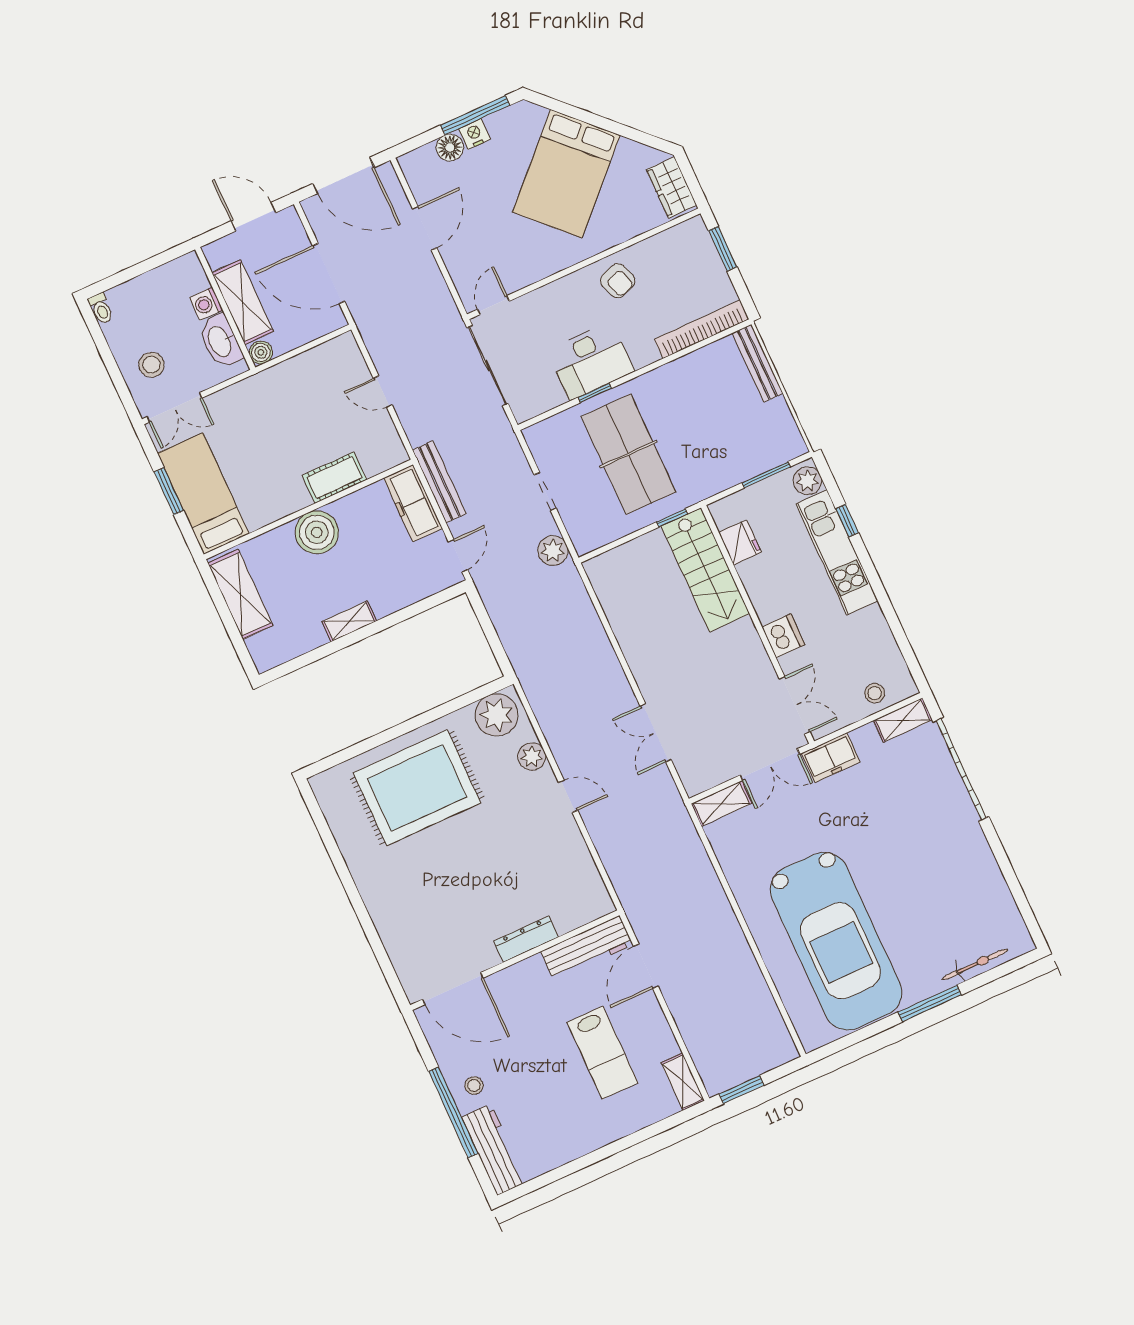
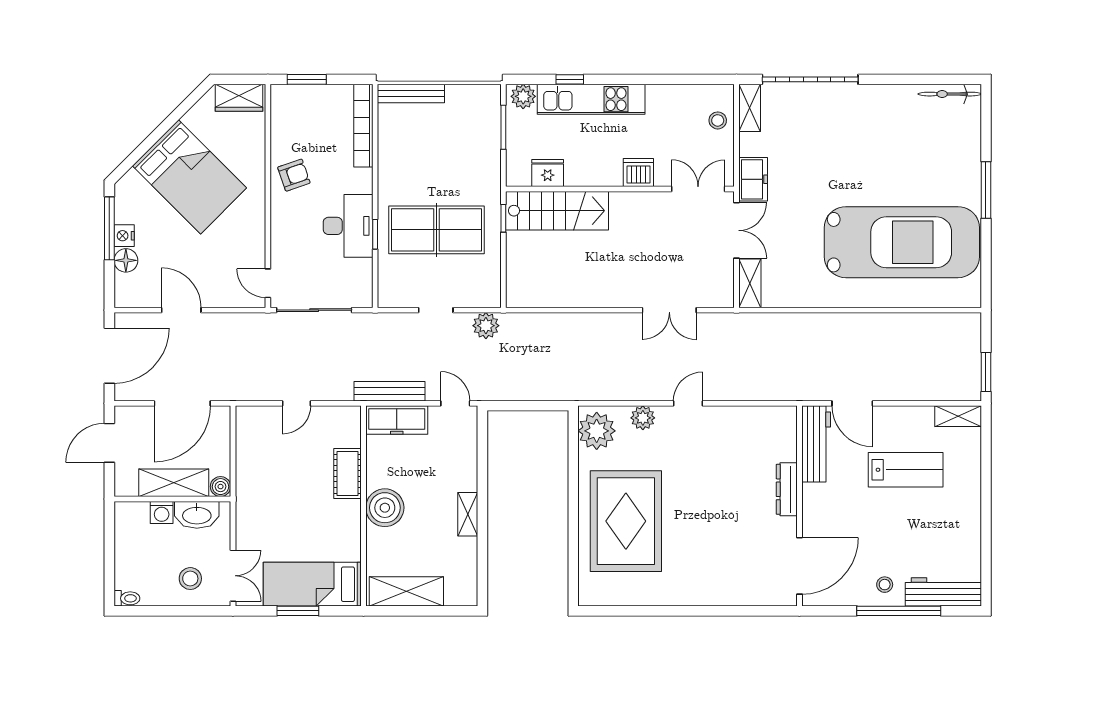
bicycle: (975, 964) -> (950, 94), moved, turned -90

